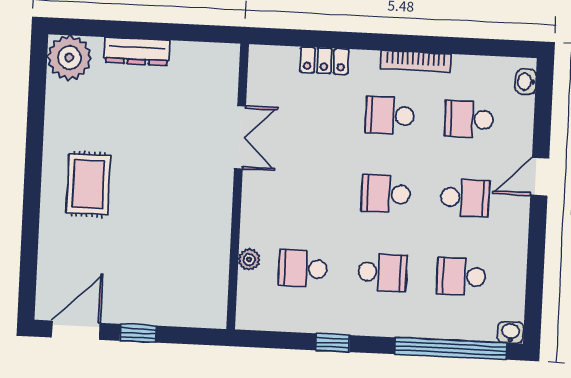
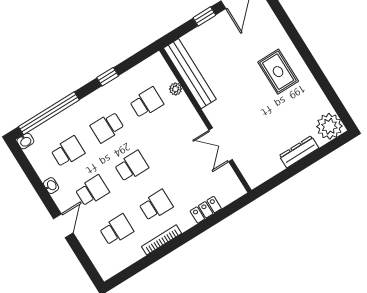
washbasin: (526, 82) -> (51, 186), moved
school desk: (465, 198) -> (92, 191), turned 180
bench: (214, 267) -> (190, 74), added

